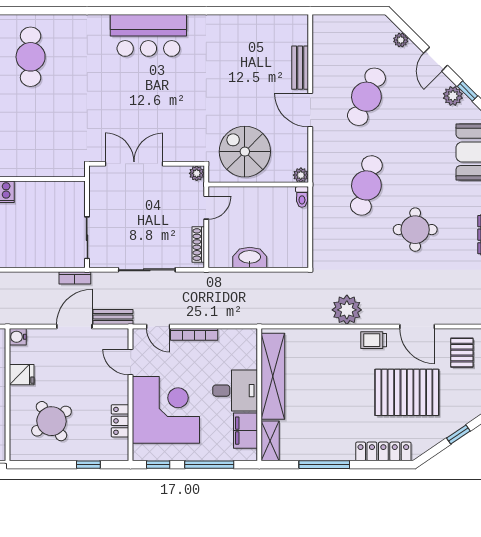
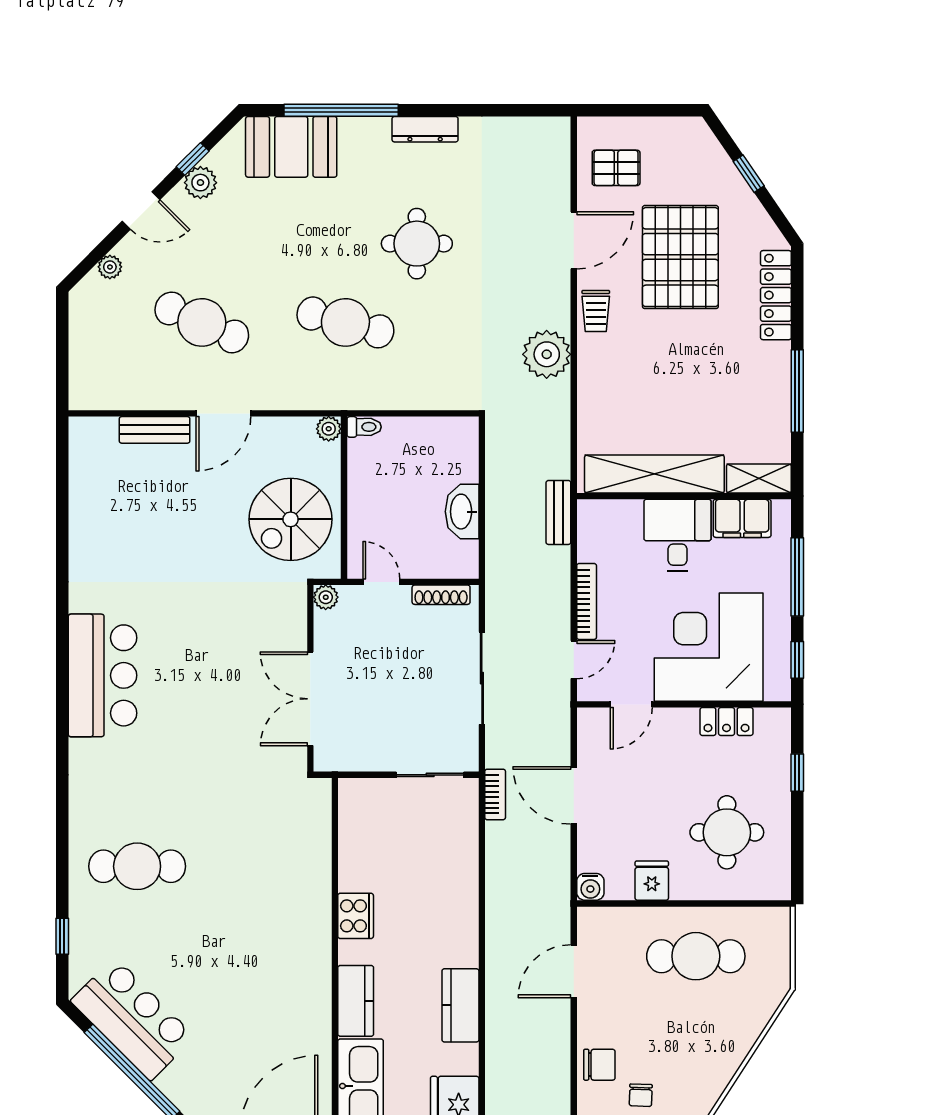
bench: (113, 317) -> (558, 512), moved
round table: (51, 421) -> (727, 832), turned 34

